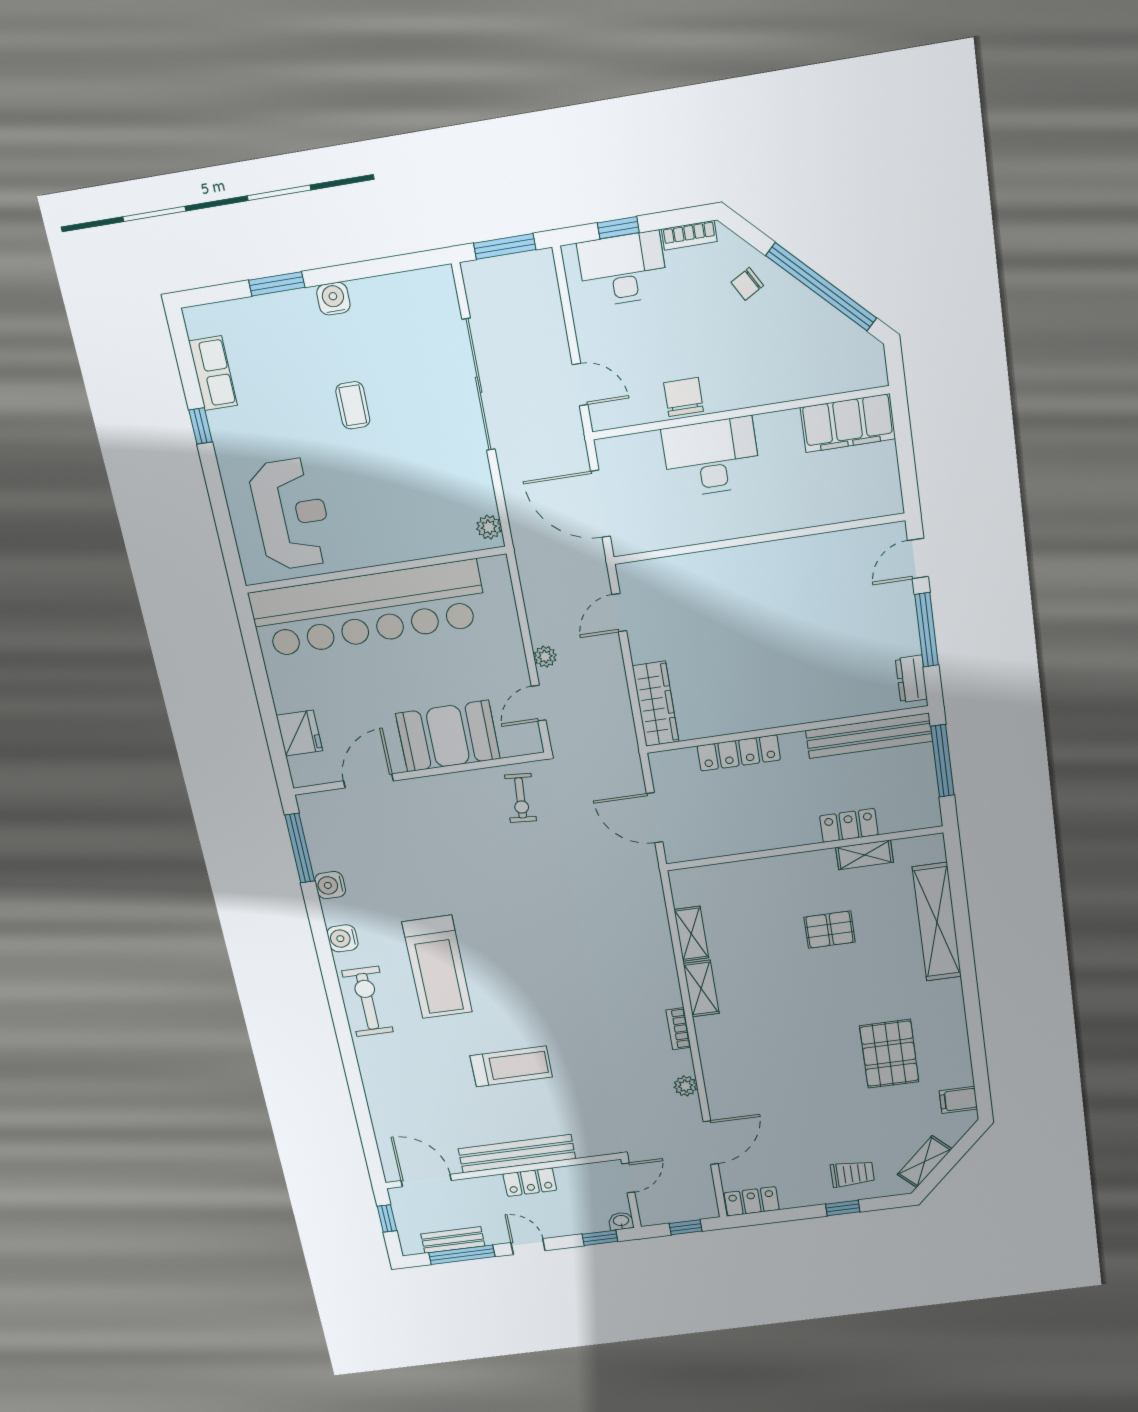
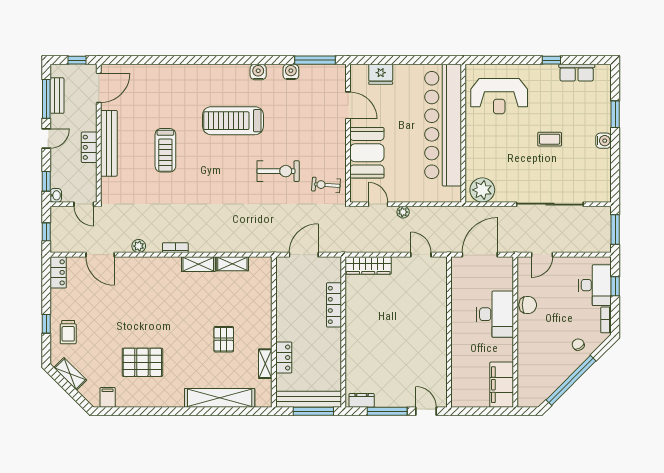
plant: (489, 527) -> (482, 190), width x1.88, depth x1.88
bench: (869, 736) -> (309, 399), moved, turned 90
exercise bike: (368, 1001) -> (278, 171), moved

